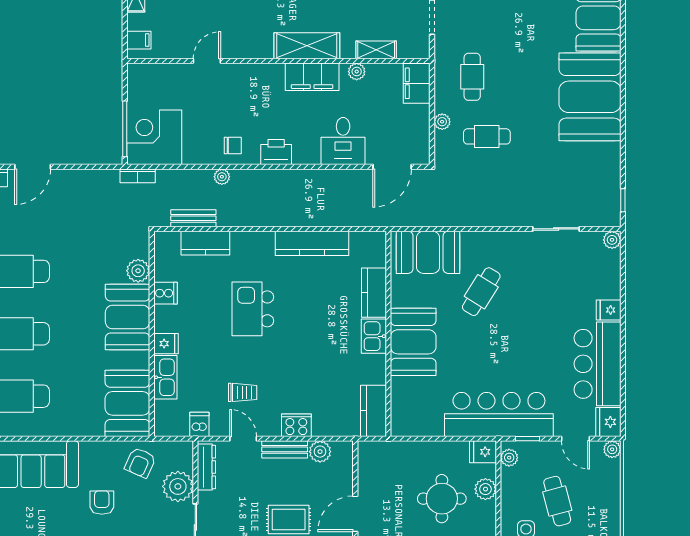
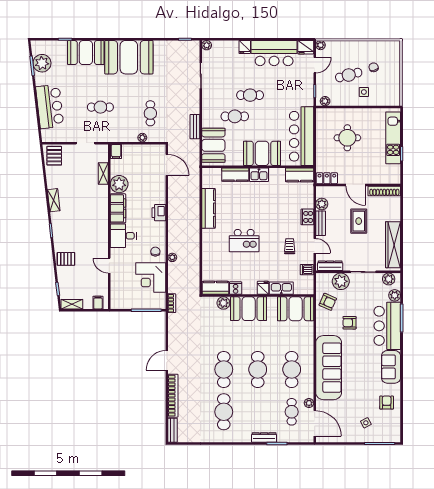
shelving: (307, 46) -> (101, 211), removed
plant: (357, 72) -> (119, 184), width x1.87, depth x1.87
cafe table: (472, 77) -> (100, 107), moved
filing cabinet: (417, 83) -> (116, 151), width x0.50
corner desk: (154, 137) -> (151, 277), moved
desk: (343, 141) -> (123, 236), moved, turned 180
printer: (276, 152) -> (159, 213), moved
door: (33, 167) -> (167, 360), swing flipped
bench: (193, 218) -> (195, 127), moved
kitchen counter: (205, 243) -> (216, 288), moved, turned -90
cafe table: (481, 292) -> (235, 116), turned -32
cafe table: (520, 320) -> (250, 95), added
bar counter: (499, 414) -> (302, 136), moved
door: (243, 439) -> (315, 246), swing flipped
fridge: (483, 452) -> (322, 115), removed
locker: (368, 461) -> (327, 178), added
plant: (485, 489) -> (342, 114), removed

